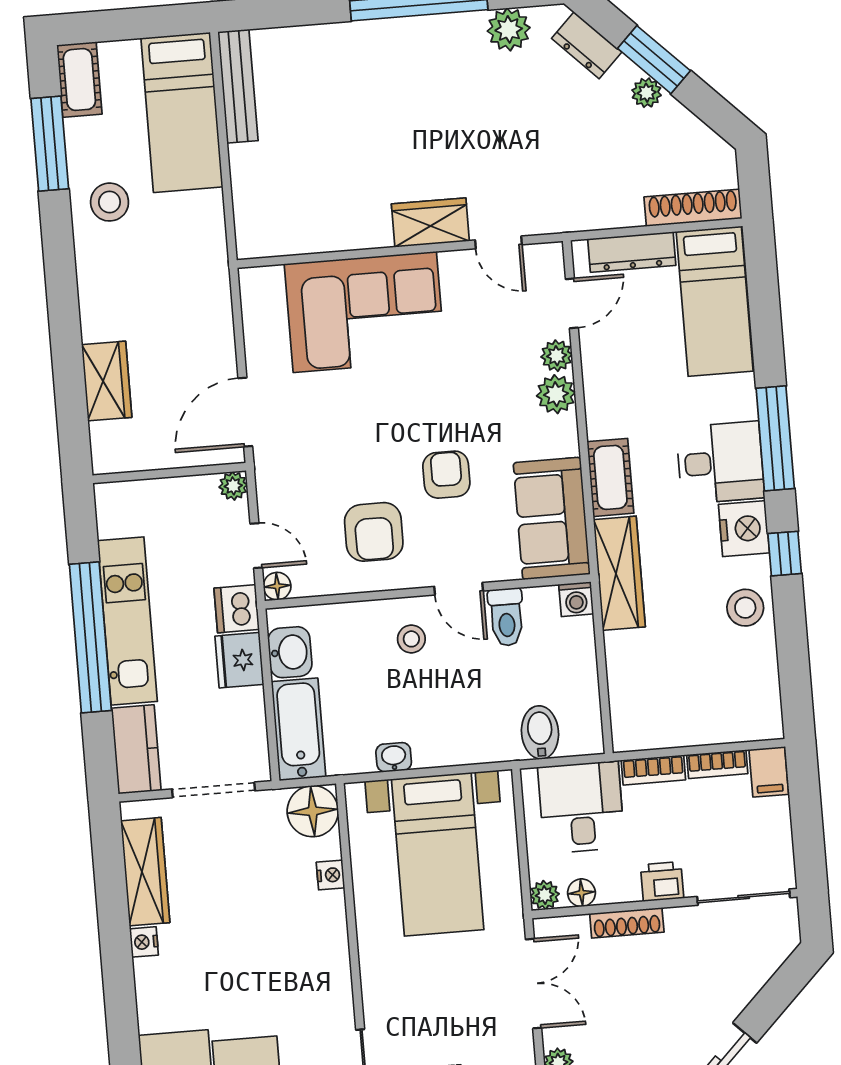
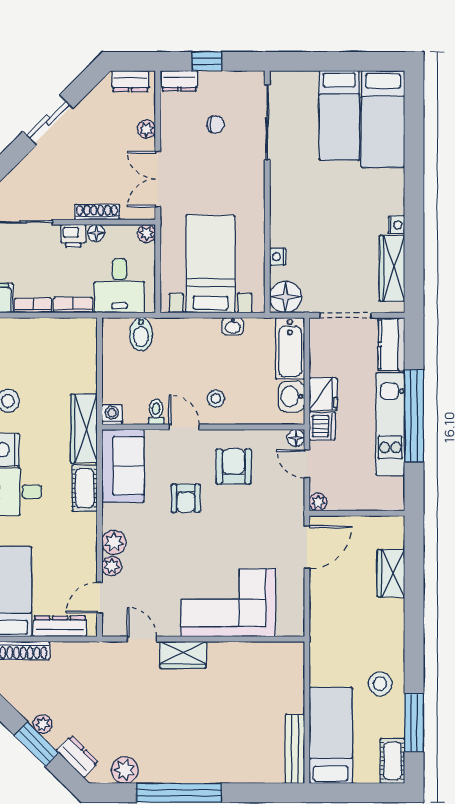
toilet: (506, 617) -> (156, 412), width x0.73, depth x0.72
floor lamp: (581, 893) -> (96, 233), moved

